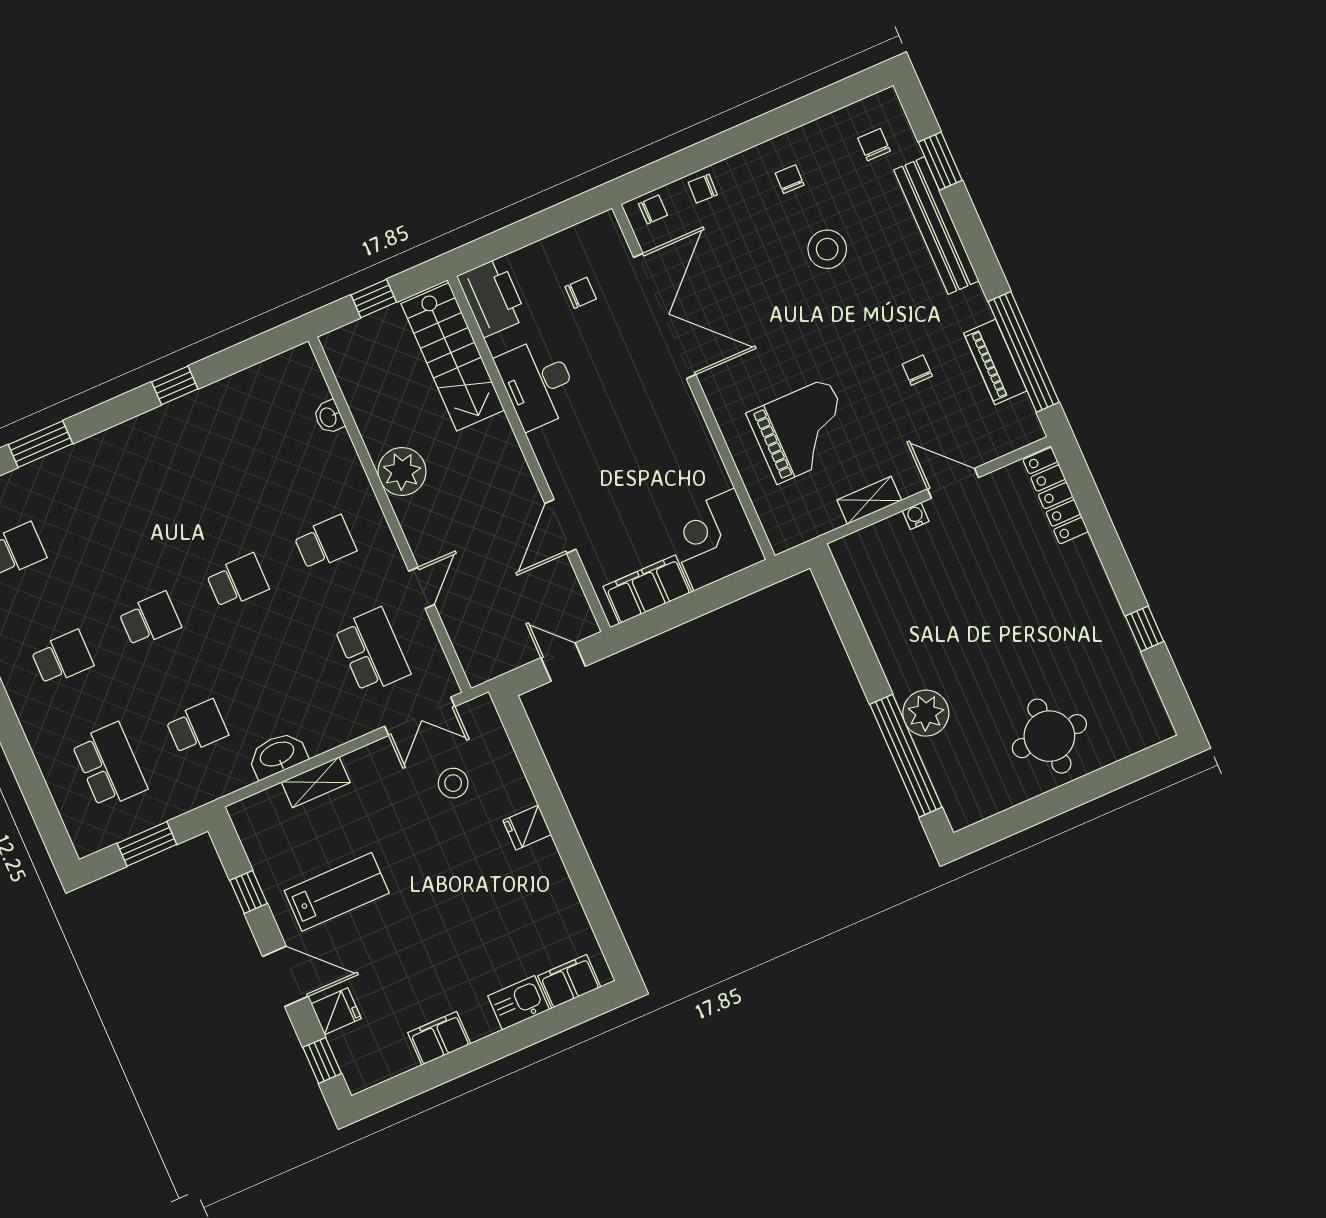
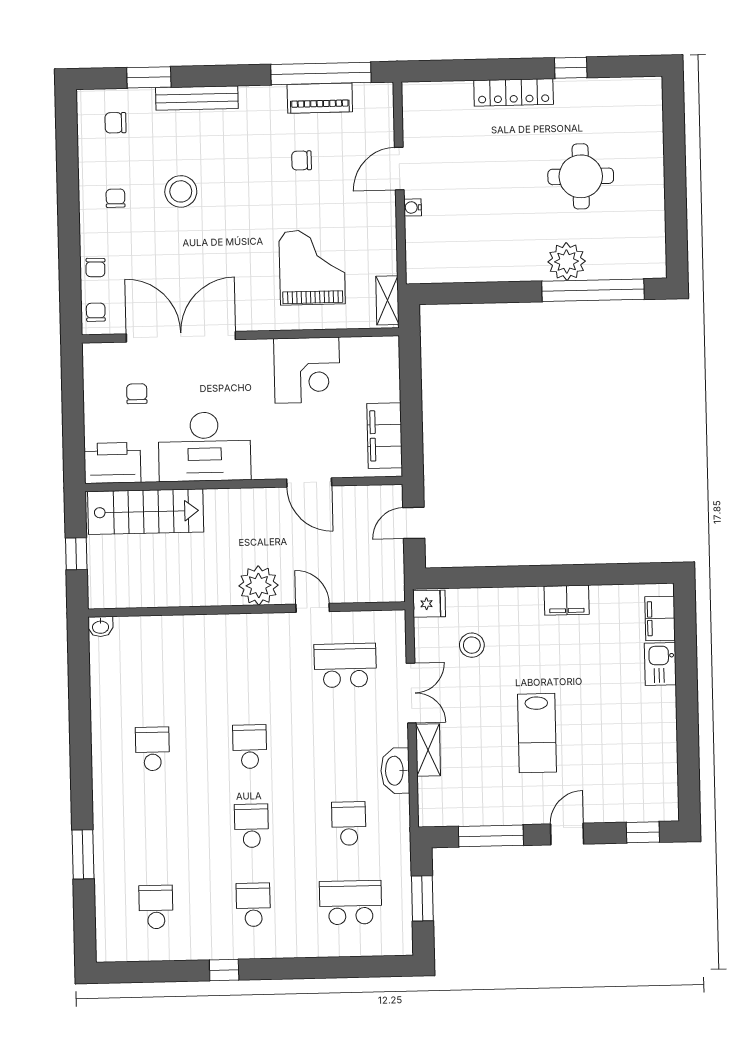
chair: (790, 179) -> (115, 198), turned 89
bench: (936, 225) -> (197, 98), width x0.73, depth x0.82
desk: (538, 383) -> (204, 447), width x1.36, depth x1.30
window: (175, 385) -> (80, 733), removed
washbasin: (329, 417) -> (101, 627), moved
plant: (402, 471) -> (259, 585), moved
locker: (1056, 496) -> (514, 92), moved
shelving: (869, 500) -> (387, 300), moved
corner desk: (714, 540) -> (307, 370), moved, turned -90
school desk: (325, 543) -> (152, 749), moved
double door: (420, 716) -> (411, 693), moved
round table: (1049, 736) -> (581, 176), moved
fridge: (527, 828) -> (429, 604), moved, turned -90
window: (248, 892) -> (491, 836), width x2.17
lab bench: (337, 892) -> (537, 733), moved, turned 180
door: (285, 976) -> (567, 834), width x0.73
fridge: (336, 1011) -> (610, 806), removed
filing cabinet: (439, 1038) -> (567, 600), moved, turned -90

